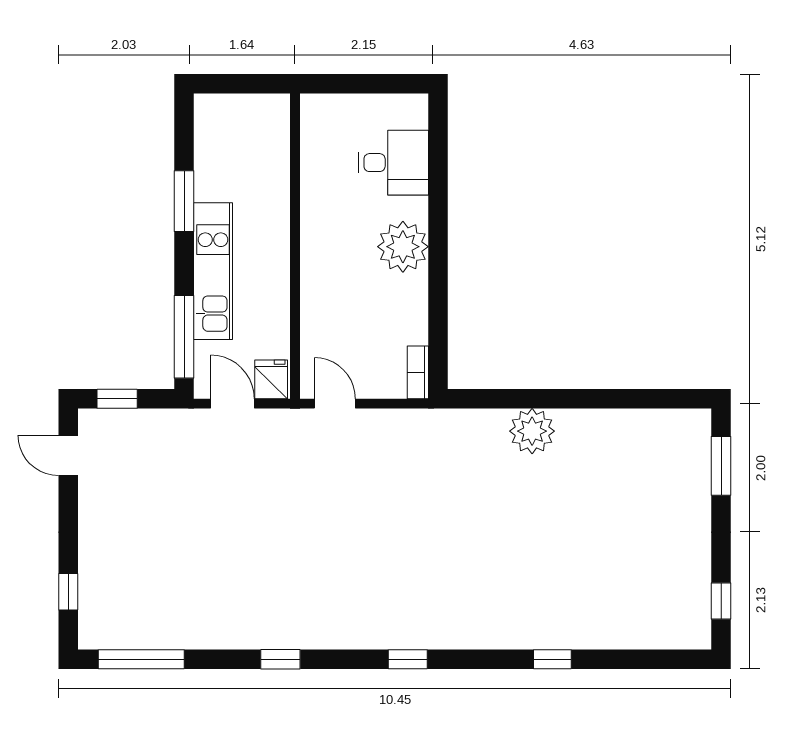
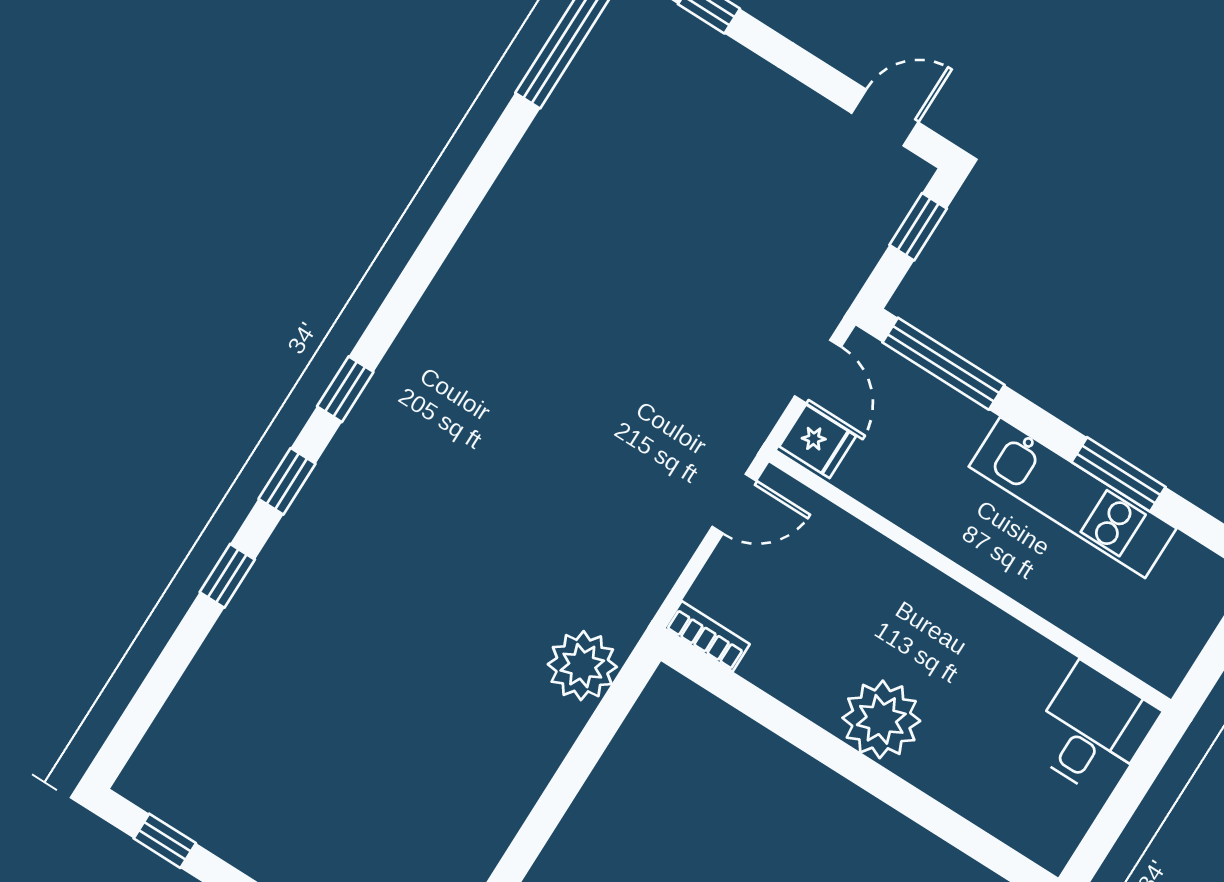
desk: (393, 163) -> (1093, 730), moved, turned 180
kitchen unit: (213, 271) -> (1073, 498), moved
door: (232, 404) -> (818, 372), hinge flipped
plant: (532, 431) -> (582, 666), moved
window: (280, 659) -> (287, 481), moved

